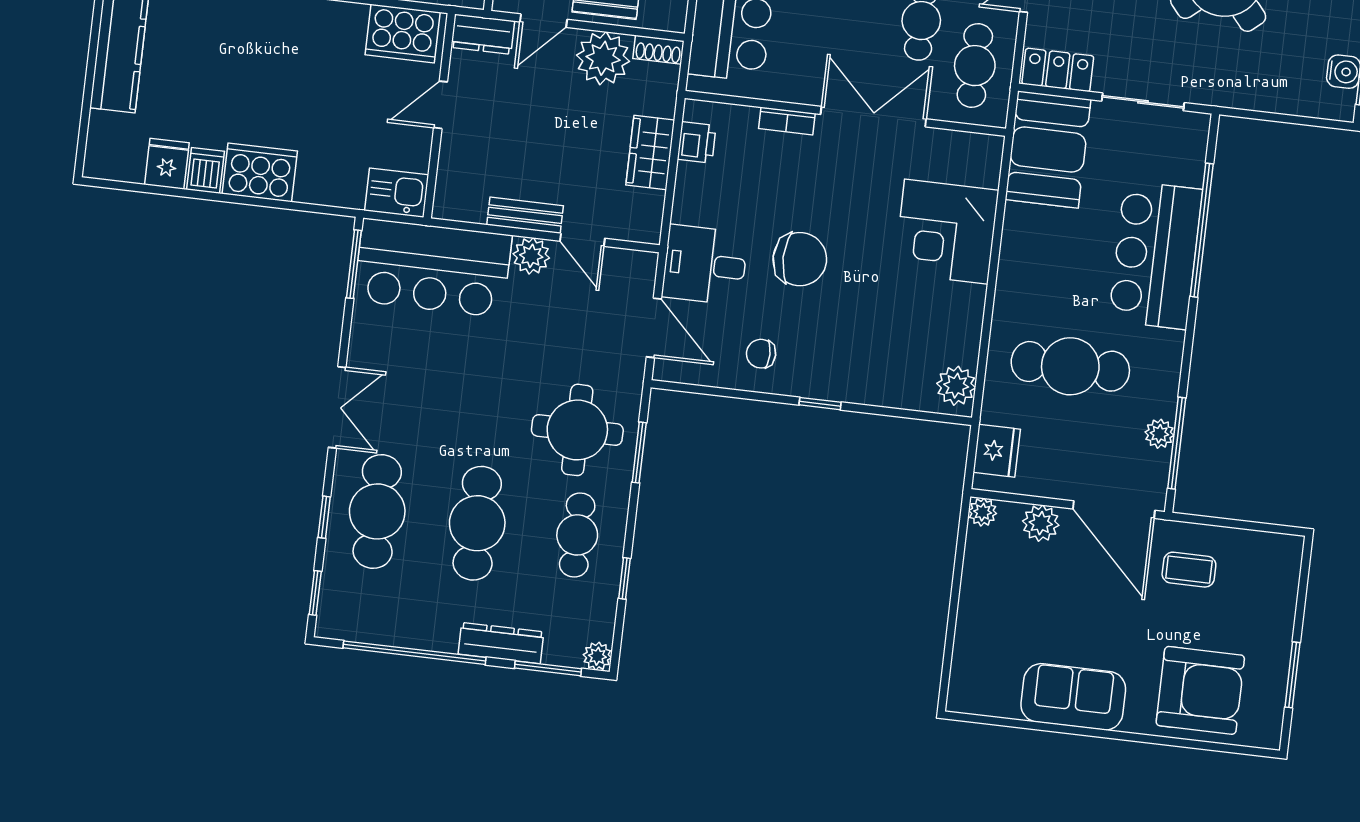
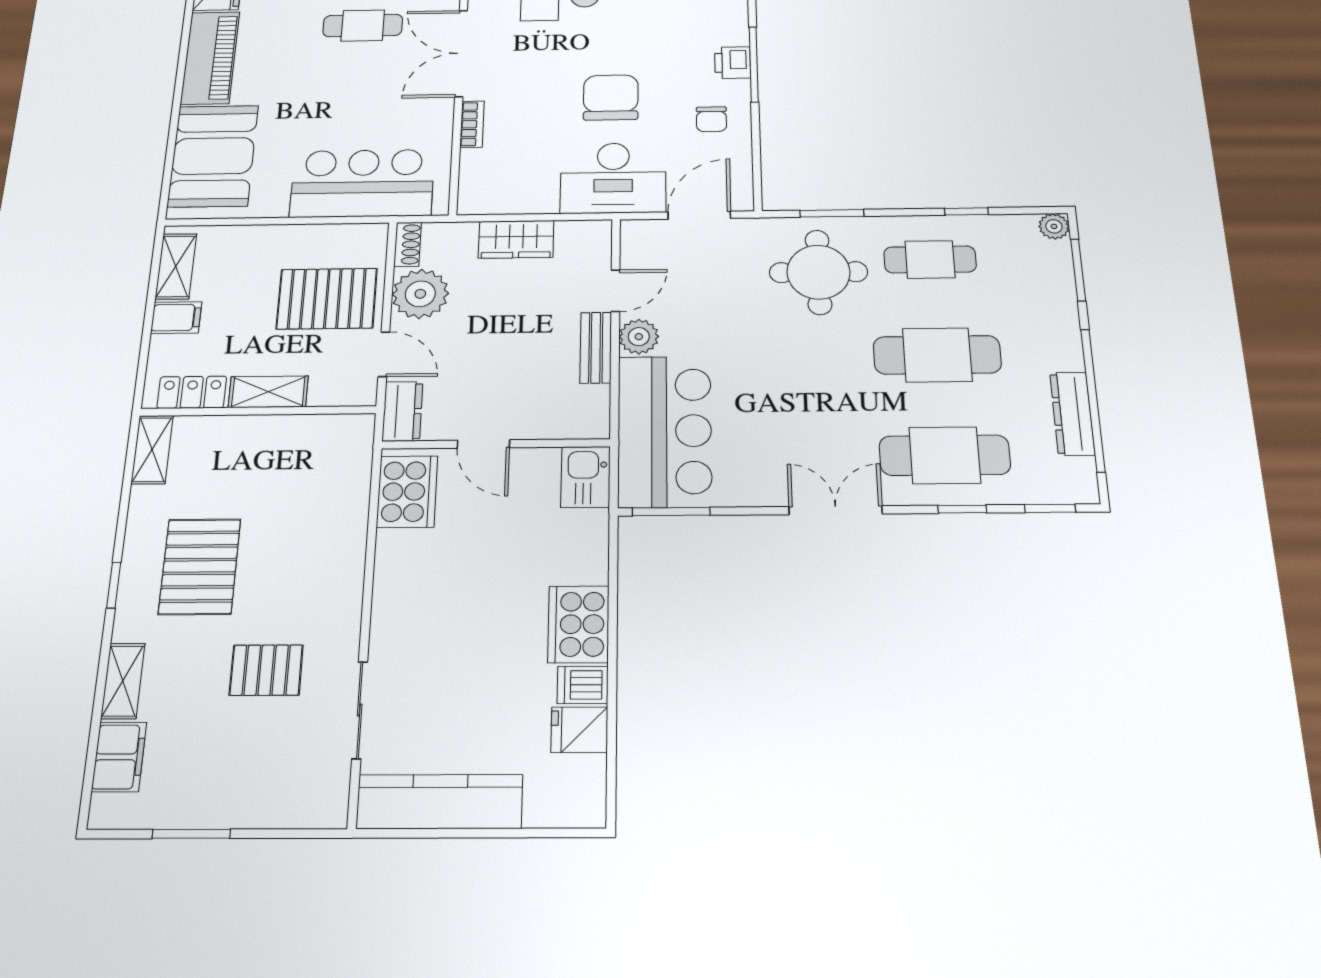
printer: (697, 142) -> (733, 63), moved, turned -90
desk: (705, 265) -> (613, 178), width x1.37
window: (820, 404) -> (754, 64), width x2.17
dresser: (501, 643) -> (1072, 414), moved

